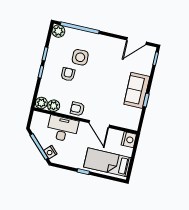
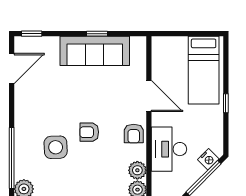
door: (136, 41) -> (12, 69), hinge flipped
armchair: (68, 74) -> (89, 132), moved
sofa: (137, 90) -> (95, 51), width x1.36
door: (99, 124) -> (149, 96), hinge flipped
nightstand: (129, 140) -> (162, 46), removed

